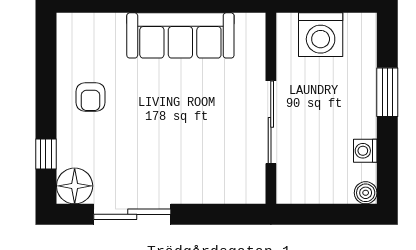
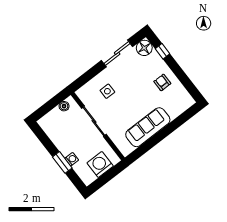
washing machine: (365, 151) -> (72, 159), moved
side table: (204, 159) -> (107, 91), added
boiler: (366, 193) -> (64, 106), moved

